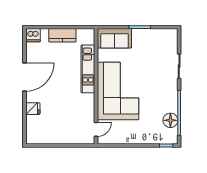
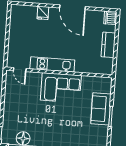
sofa: (114, 38) -> (101, 109), moved
kitchen unit: (88, 69) -> (52, 64), moved
corner sofa: (118, 91) -> (61, 88), width x0.73, depth x0.74

